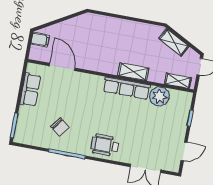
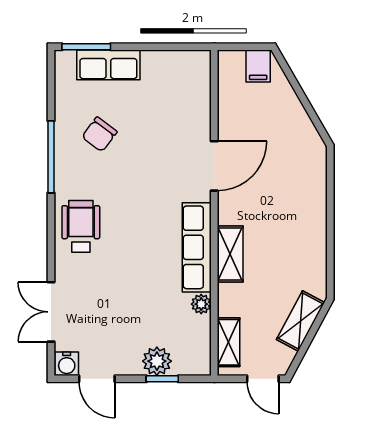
door: (62, 67) -> (214, 166), moved
row of seats: (30, 90) -> (108, 65), moved
plant: (159, 96) -> (201, 304), width x0.53, depth x0.53
plant: (181, 119) -> (157, 361), added
water cooler: (174, 165) -> (67, 364), added

